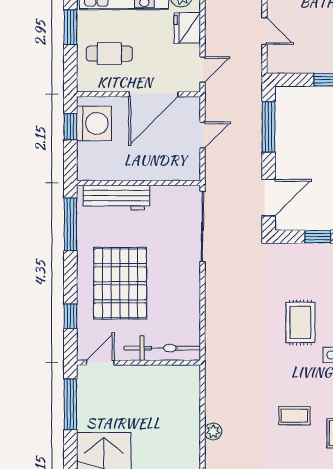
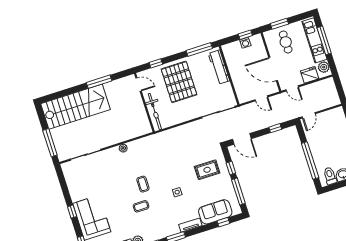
window: (70, 27) -> (279, 24), moved
door: (264, 31) -> (309, 115), moved
washing machine: (94, 123) -> (245, 43), width x0.53, depth x0.53
window: (269, 127) -> (275, 128), width x0.46
pallet: (120, 283) -> (179, 82), turned 90
rug: (300, 322) -> (207, 170), moved
window: (70, 404) -> (99, 82), moved

